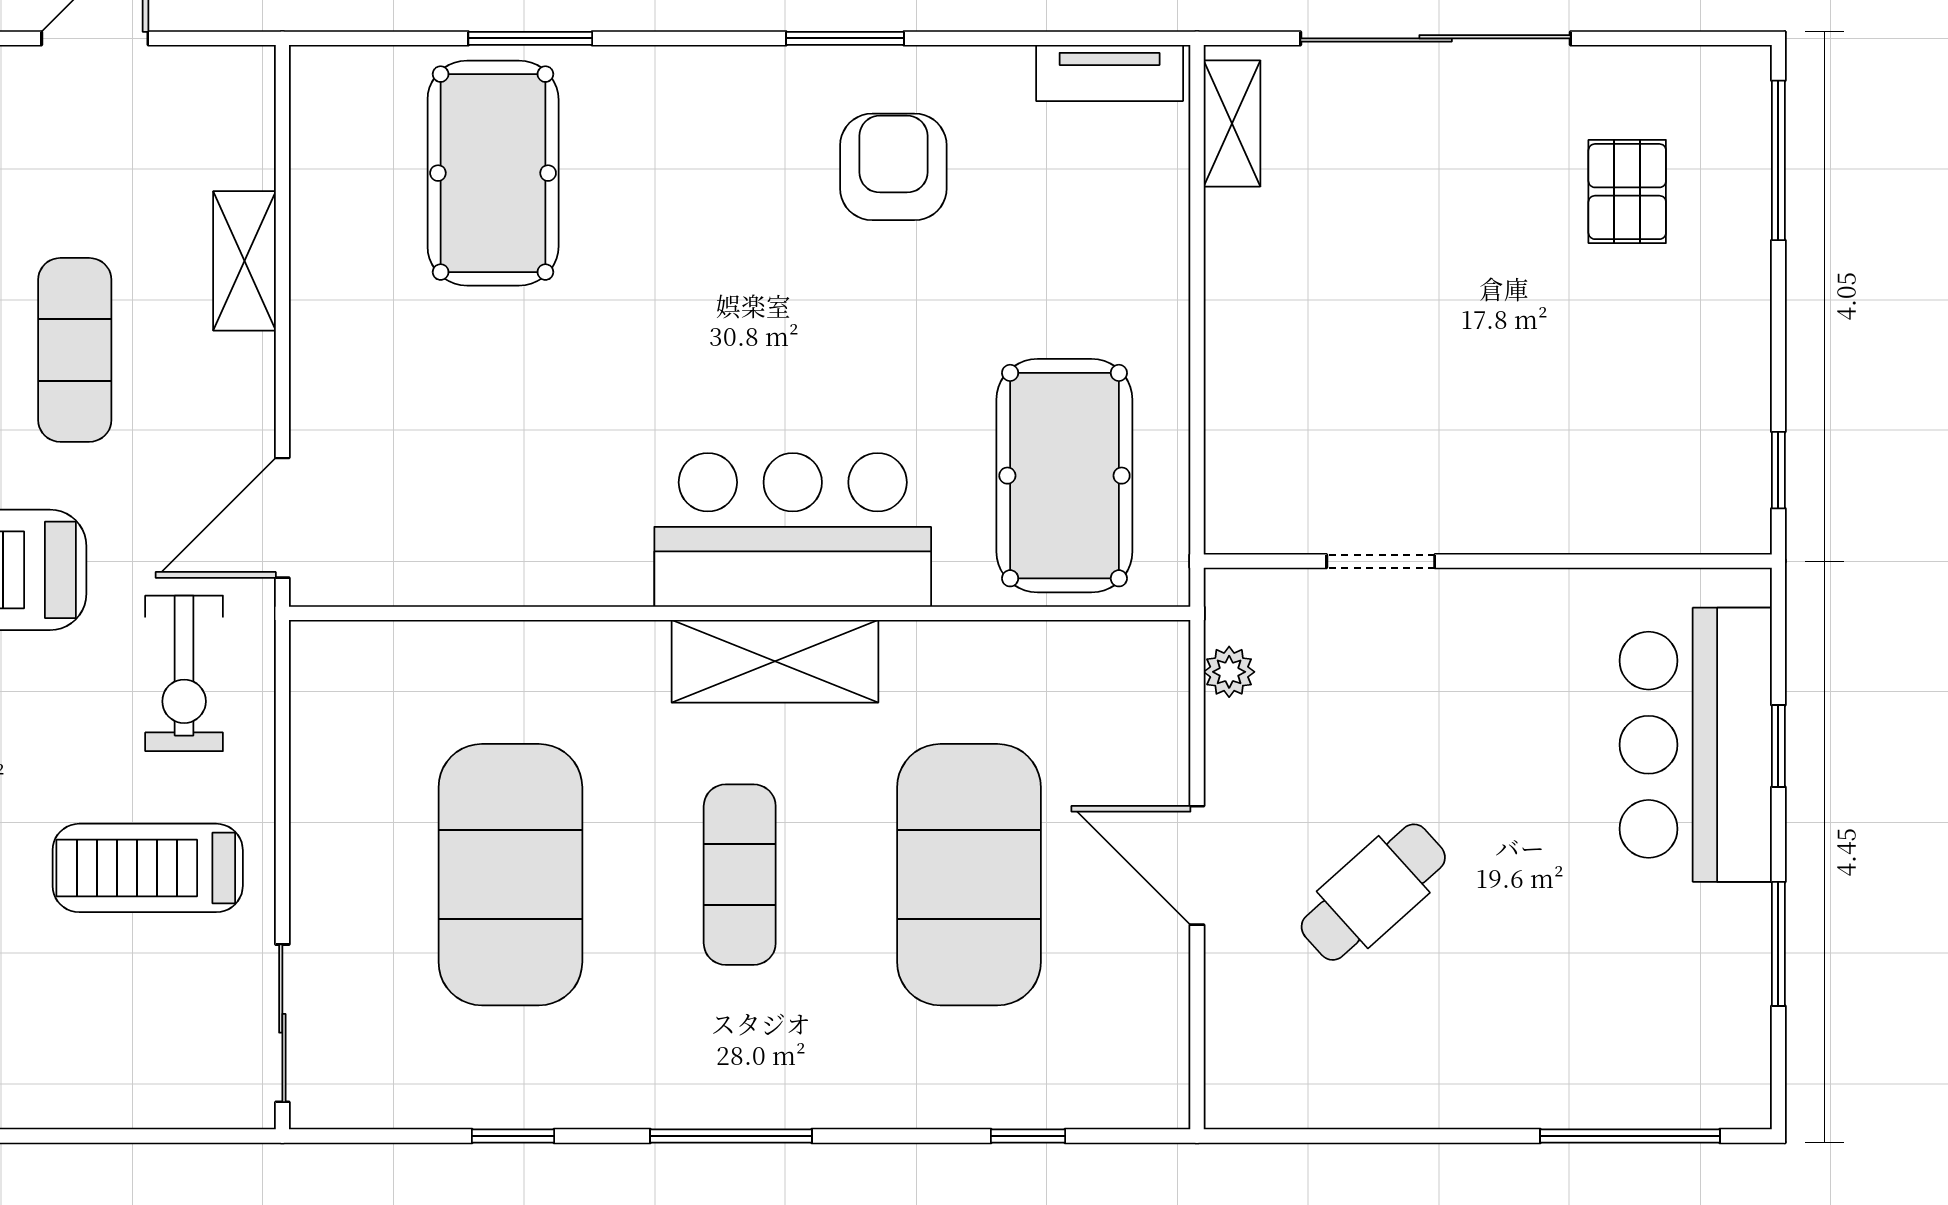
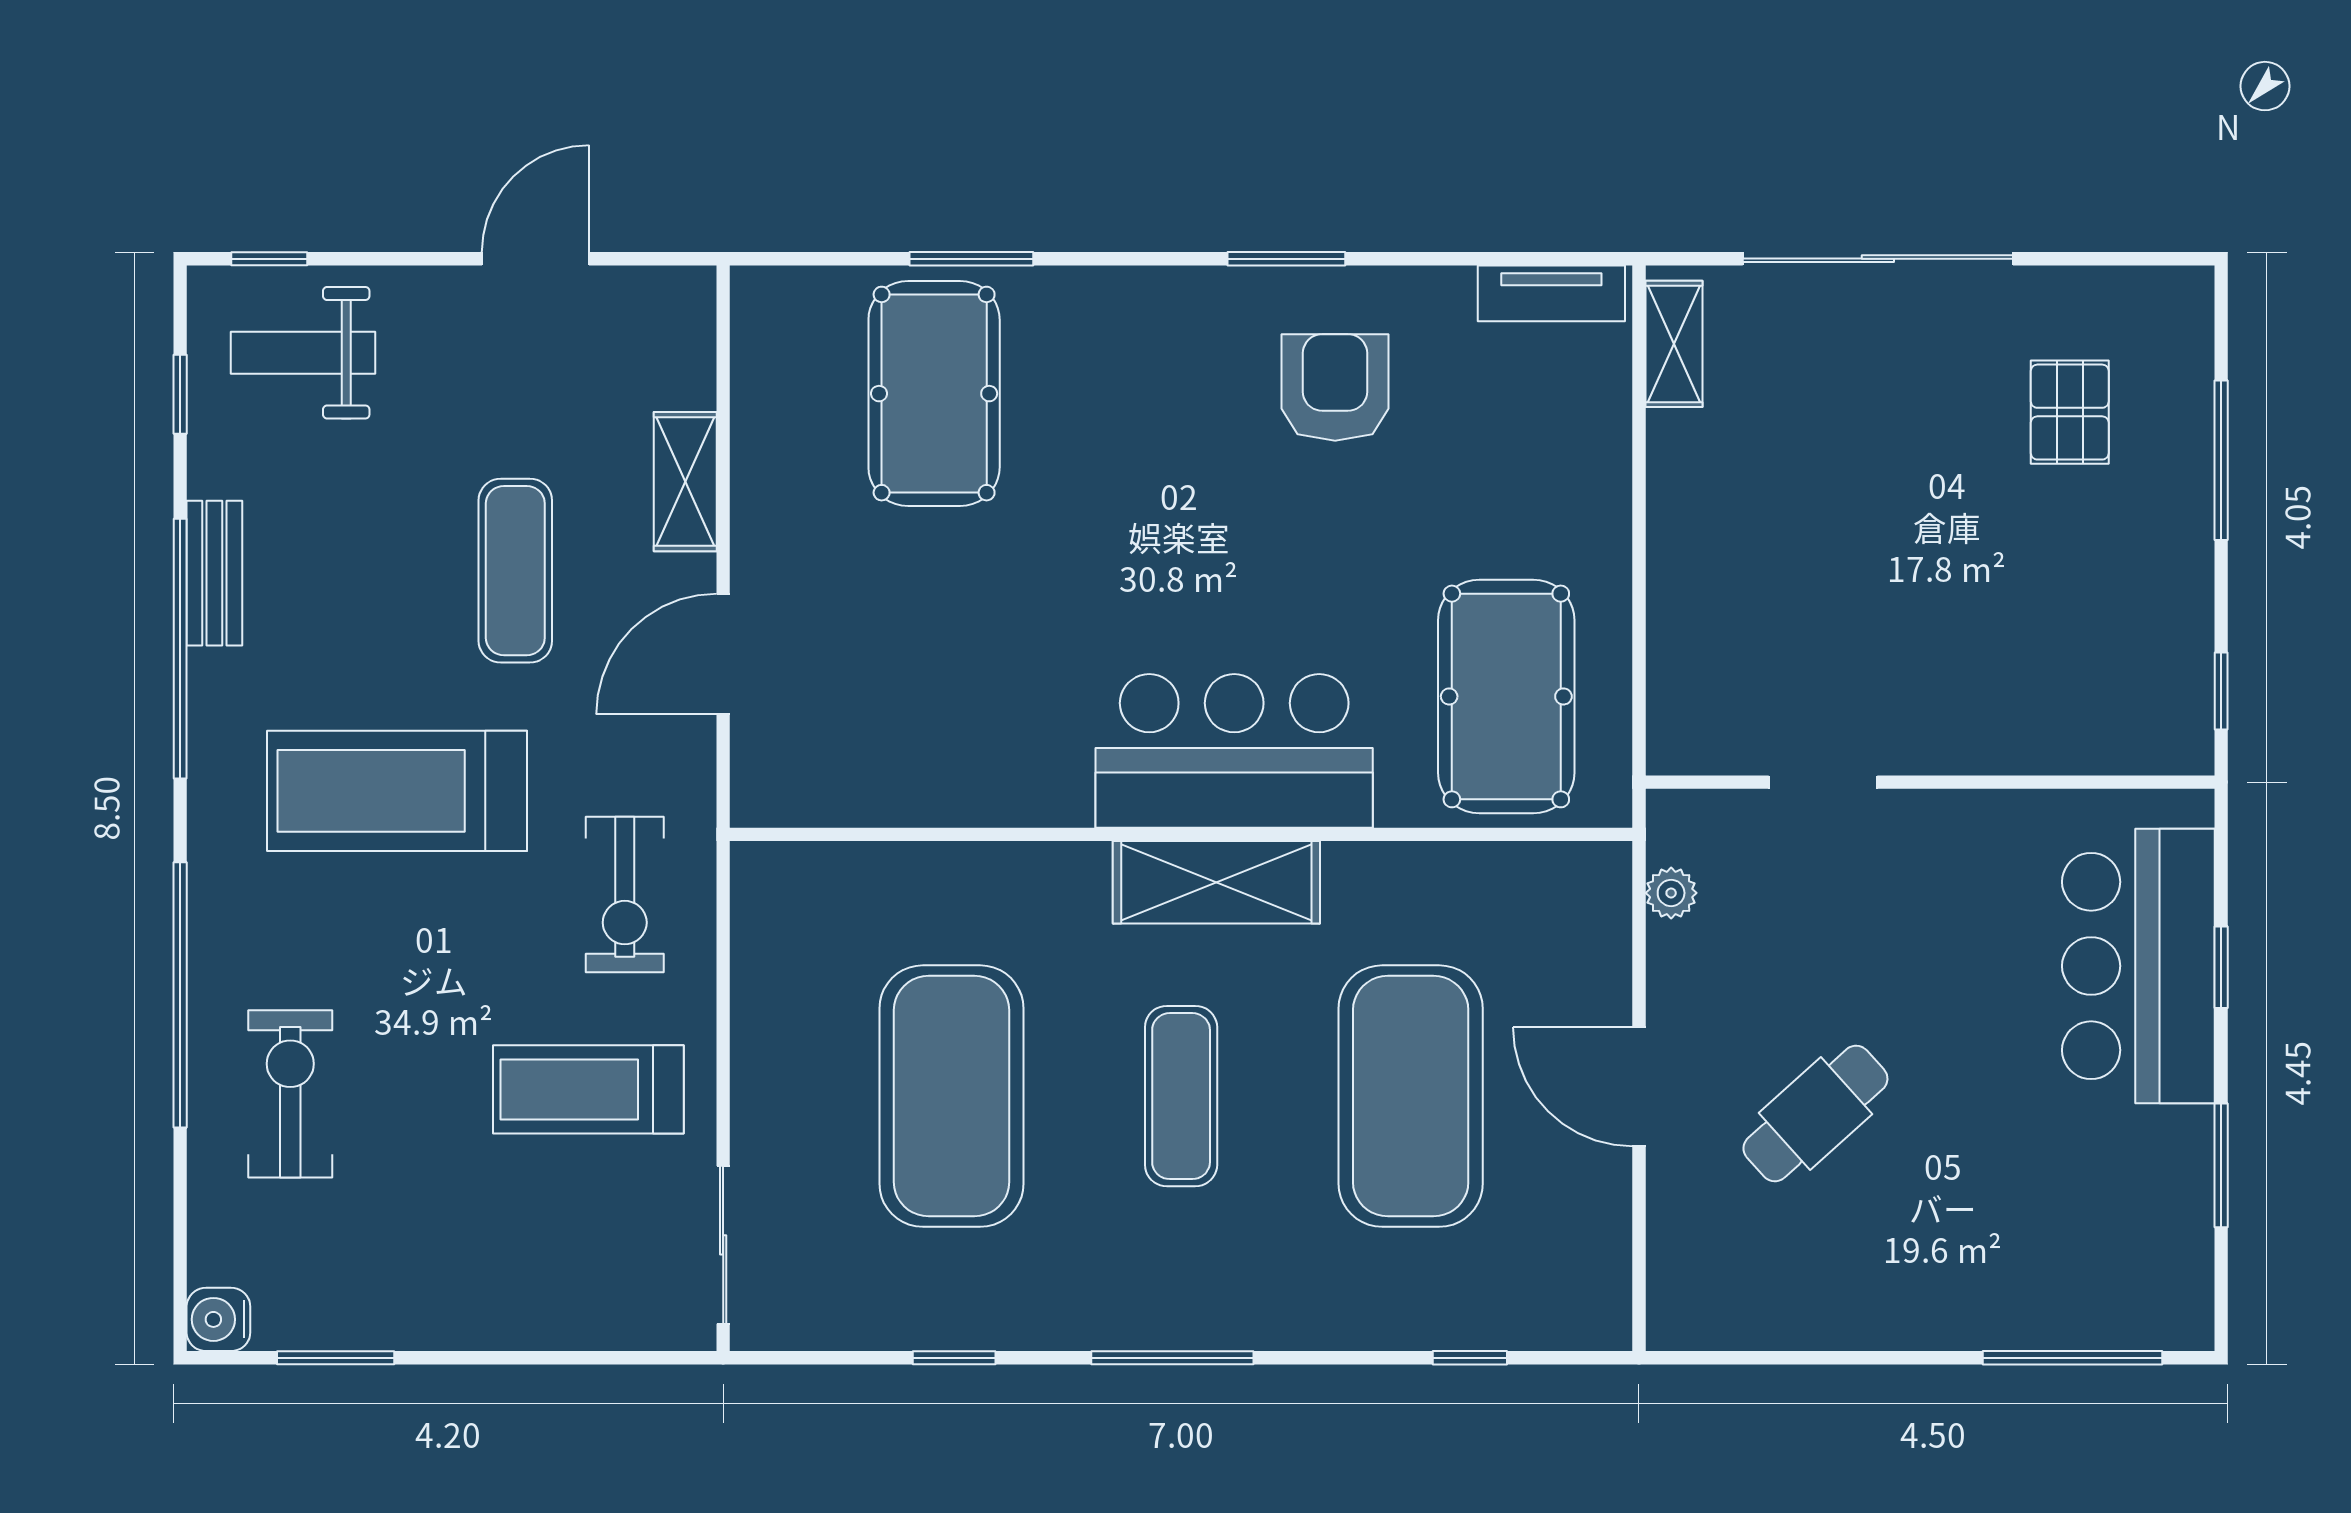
window: (1778, 160) -> (2221, 460), moved
door: (282, 518) -> (723, 654), moved

